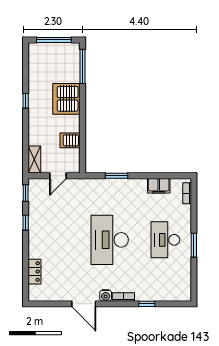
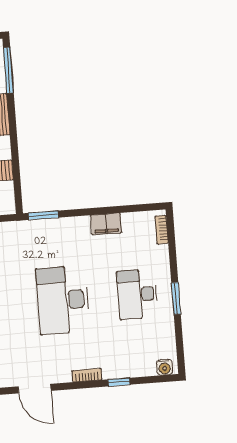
window: (117, 176) -> (43, 215), moved
filing cabinet: (159, 186) -> (106, 224), moved
water cooler: (106, 295) -> (164, 367), moved

